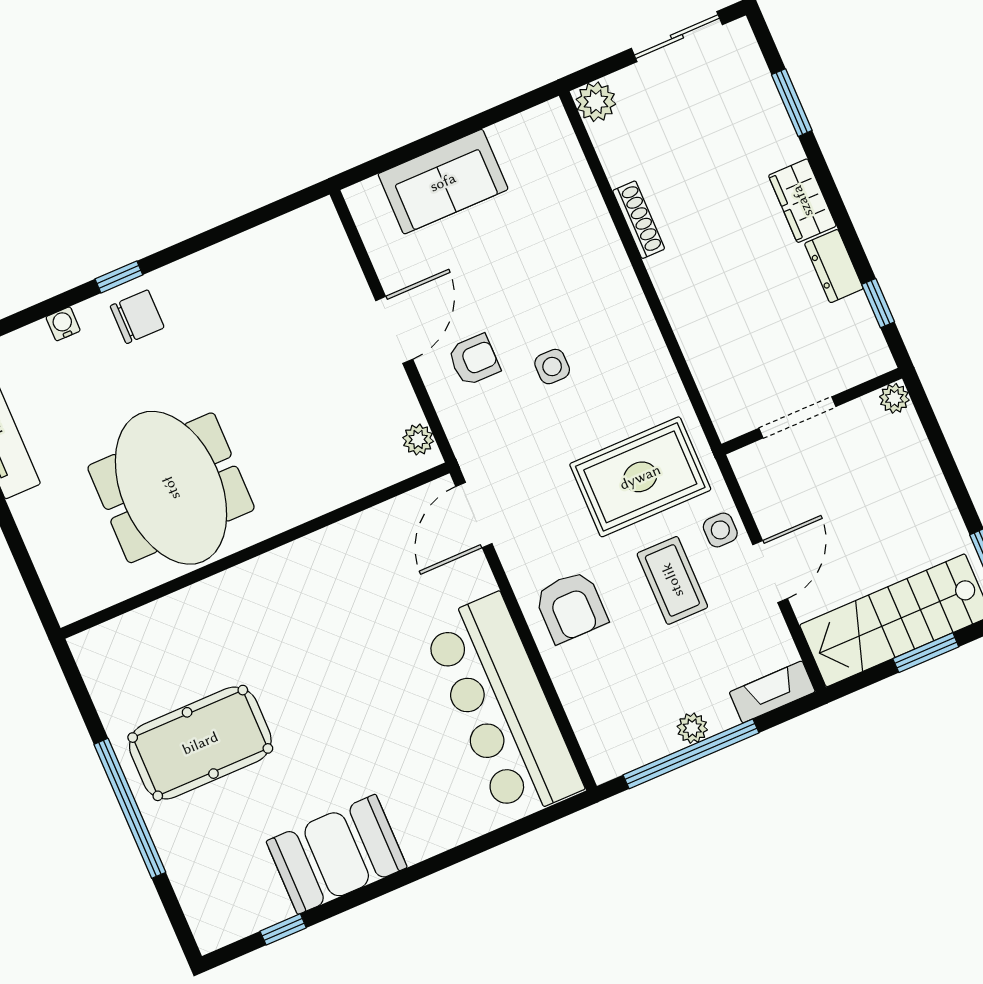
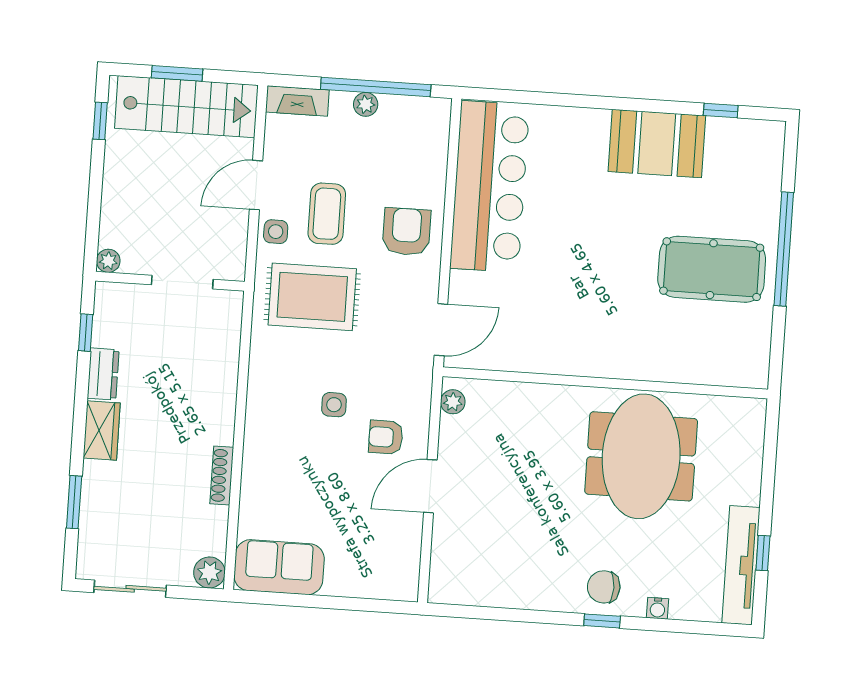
sofa: (443, 182) -> (279, 567), moved

